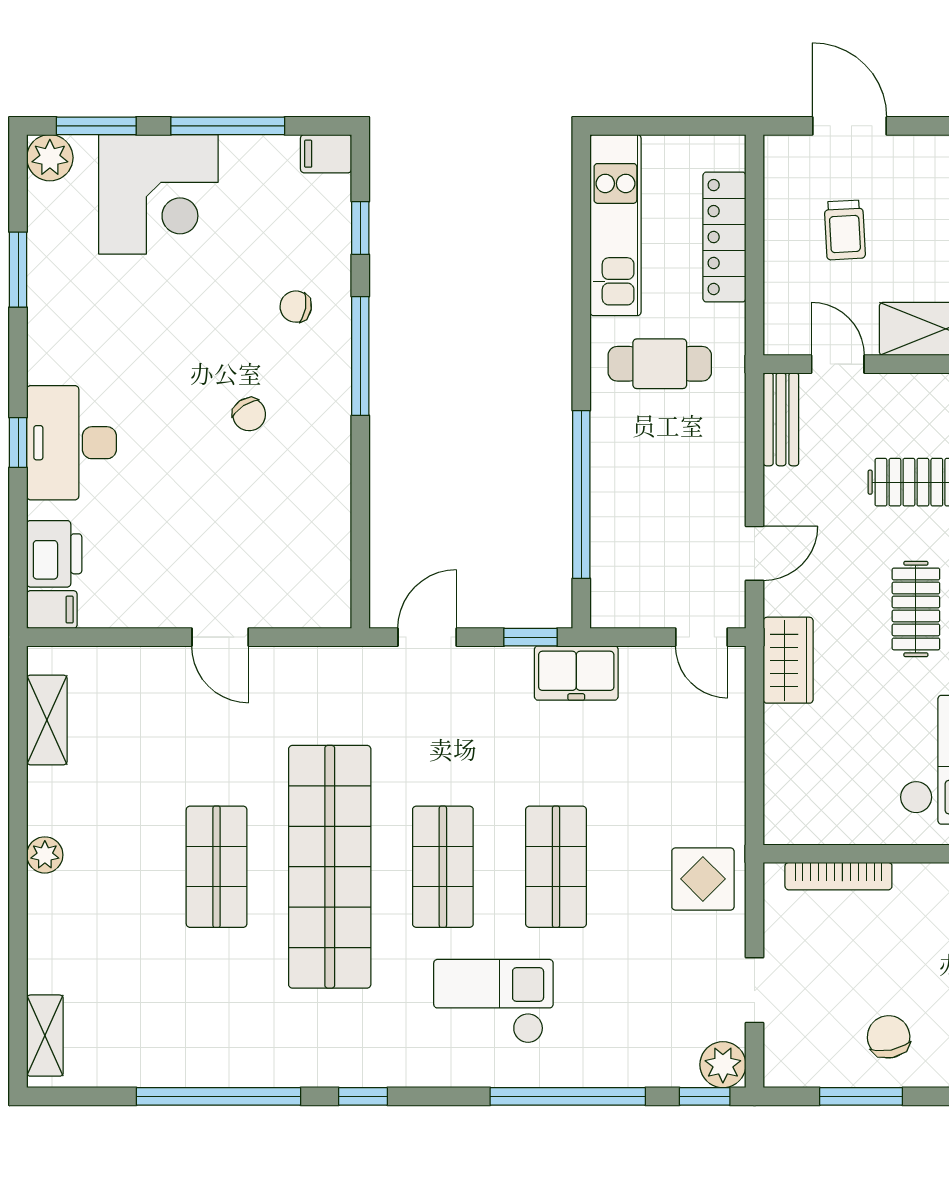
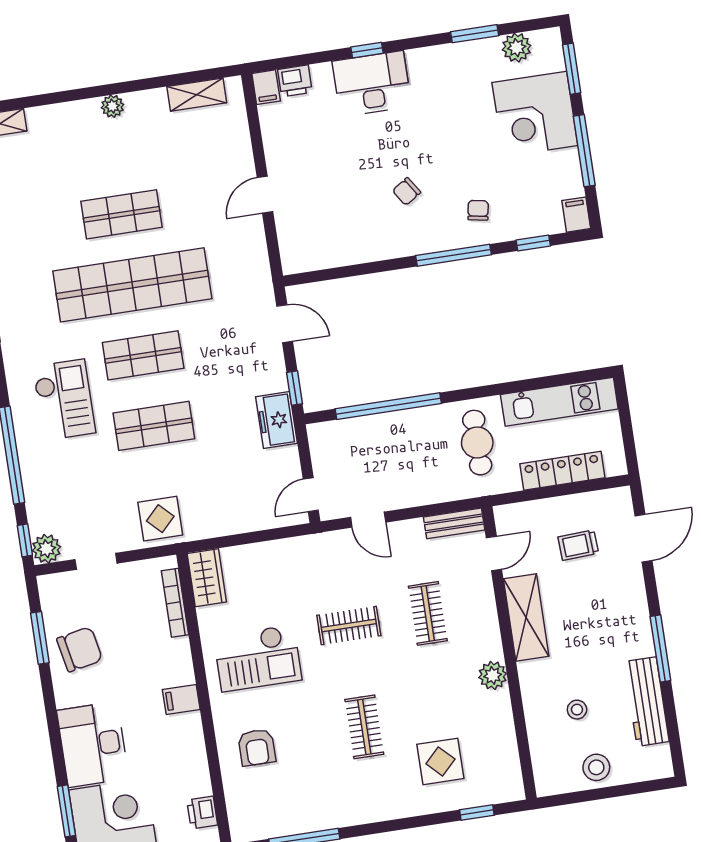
plant: (50, 158) -> (517, 48), moved
printer: (54, 554) -> (295, 81), width x0.73, depth x0.81
wardrobe: (788, 660) -> (207, 578), moved, turned -90
chair: (889, 1037) -> (80, 649), width x1.37, depth x1.37

